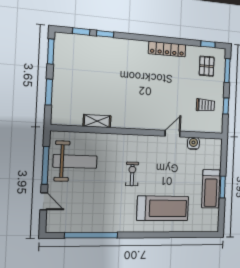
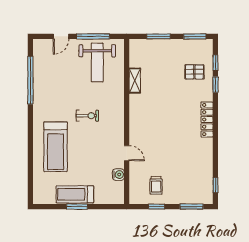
locker: (167, 49) -> (207, 120), moved
pallet: (207, 66) -> (194, 72), moved

